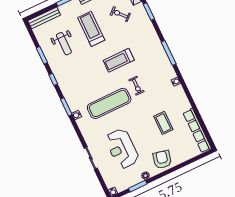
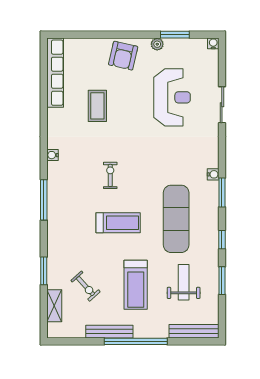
exercise mat: (109, 103) -> (176, 219), moved, turned 90

